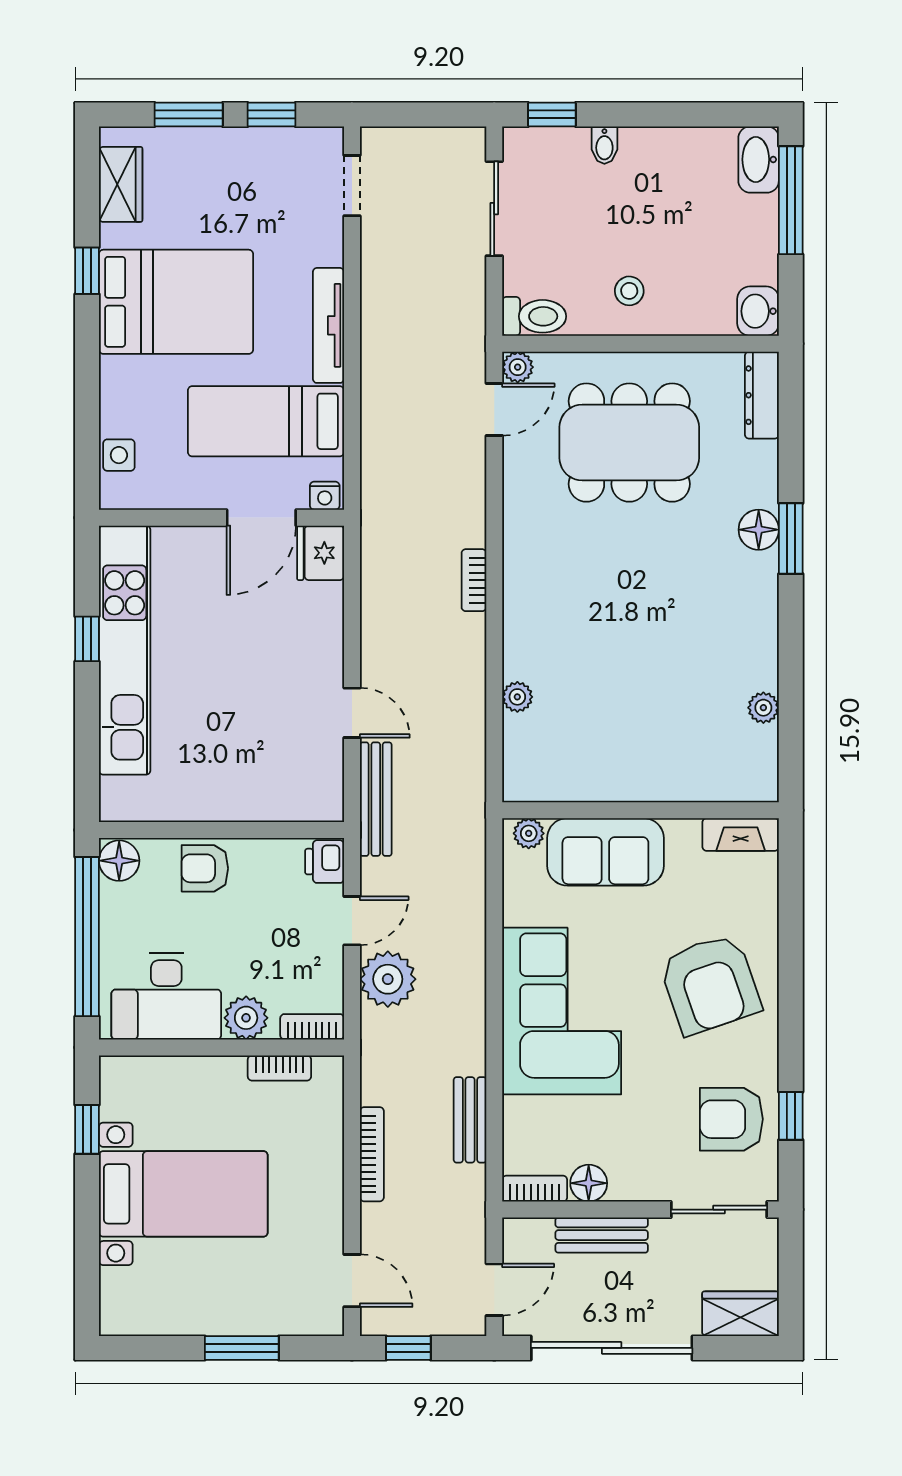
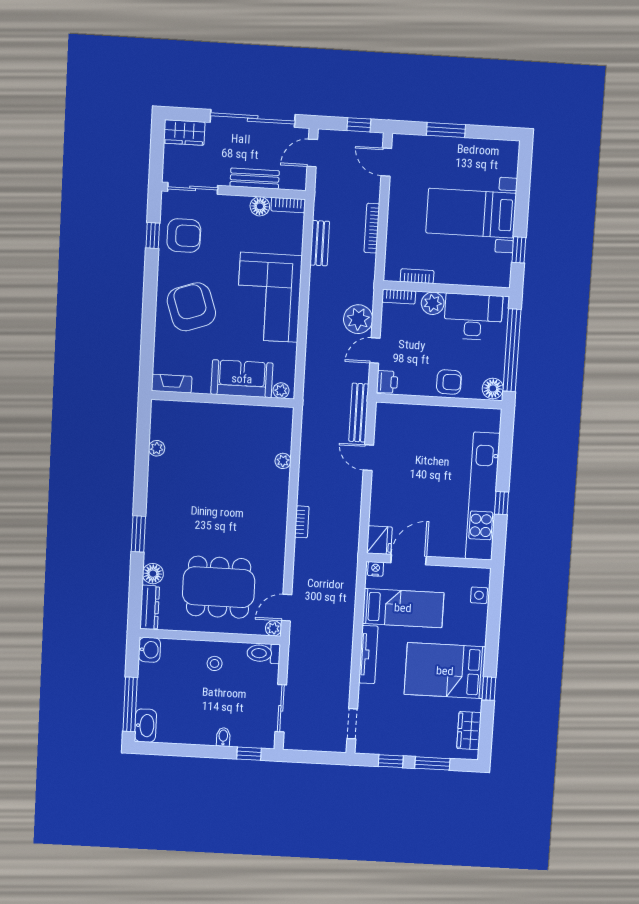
floor lamp: (759, 530) -> (153, 574), moved

